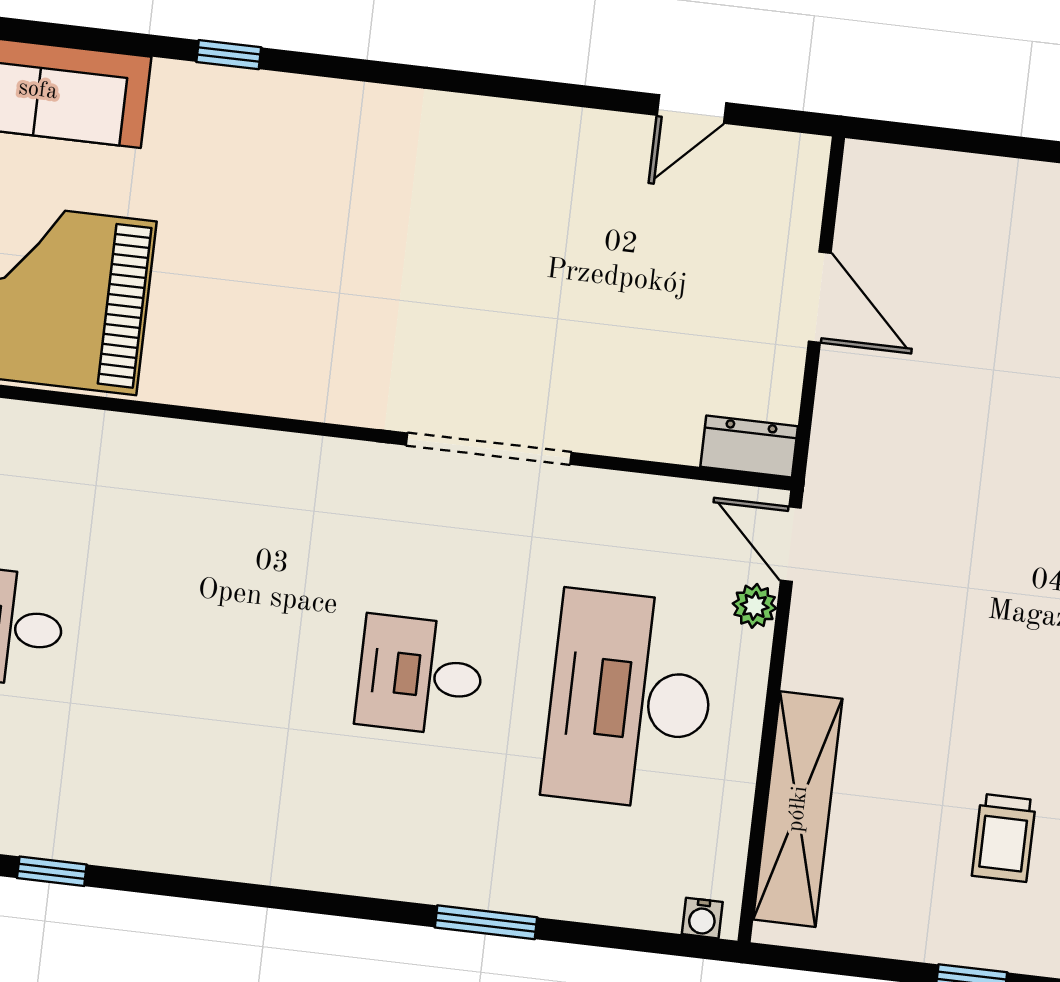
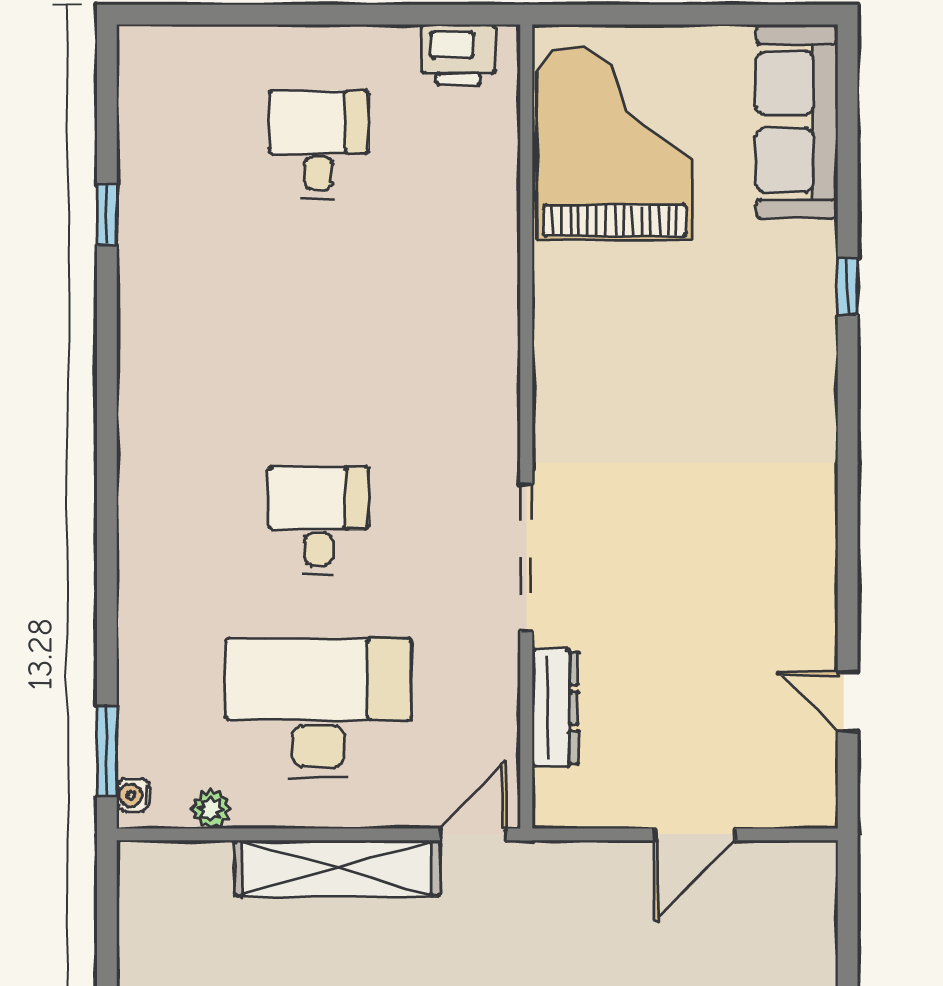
dresser: (749, 446) -> (555, 708), moved, width x1.44
plant: (755, 606) -> (211, 809), moved
shelving: (798, 809) -> (337, 868), moved
window: (486, 922) -> (107, 751), moved

